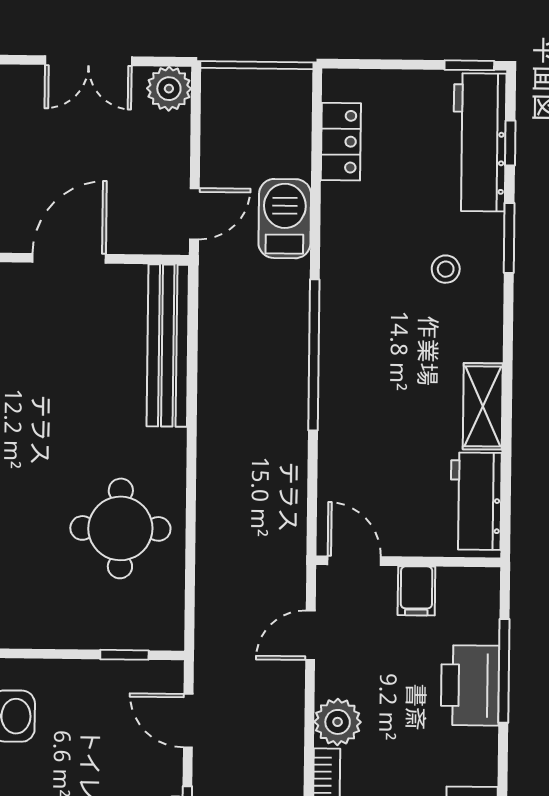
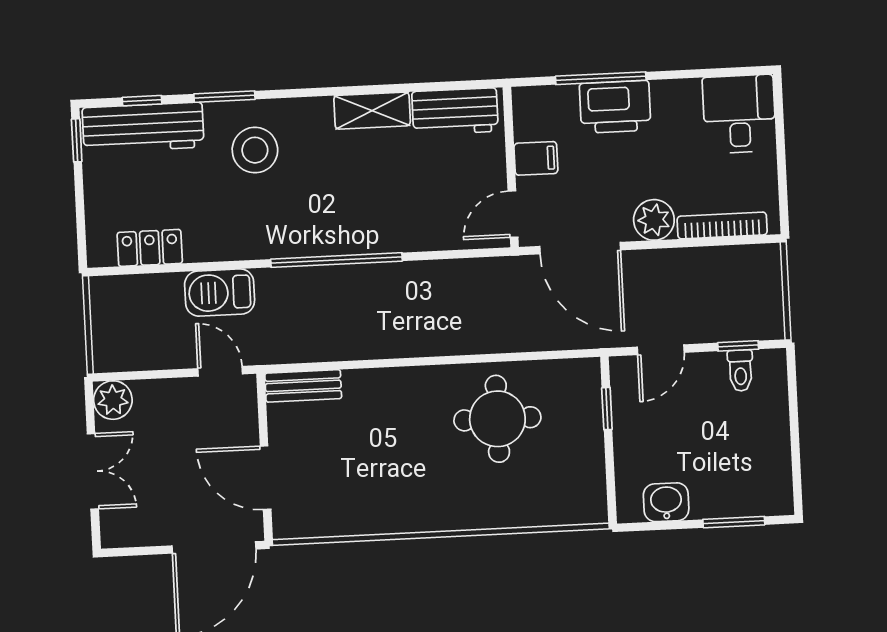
stool: (446, 269) -> (255, 150), width x1.89, depth x1.89
bench: (168, 346) -> (303, 386), width x0.54, depth x0.82
door: (310, 635) -> (580, 248), width x1.88

